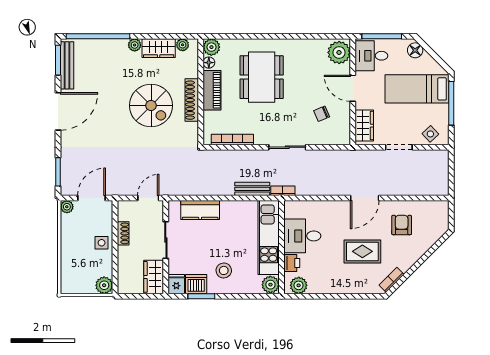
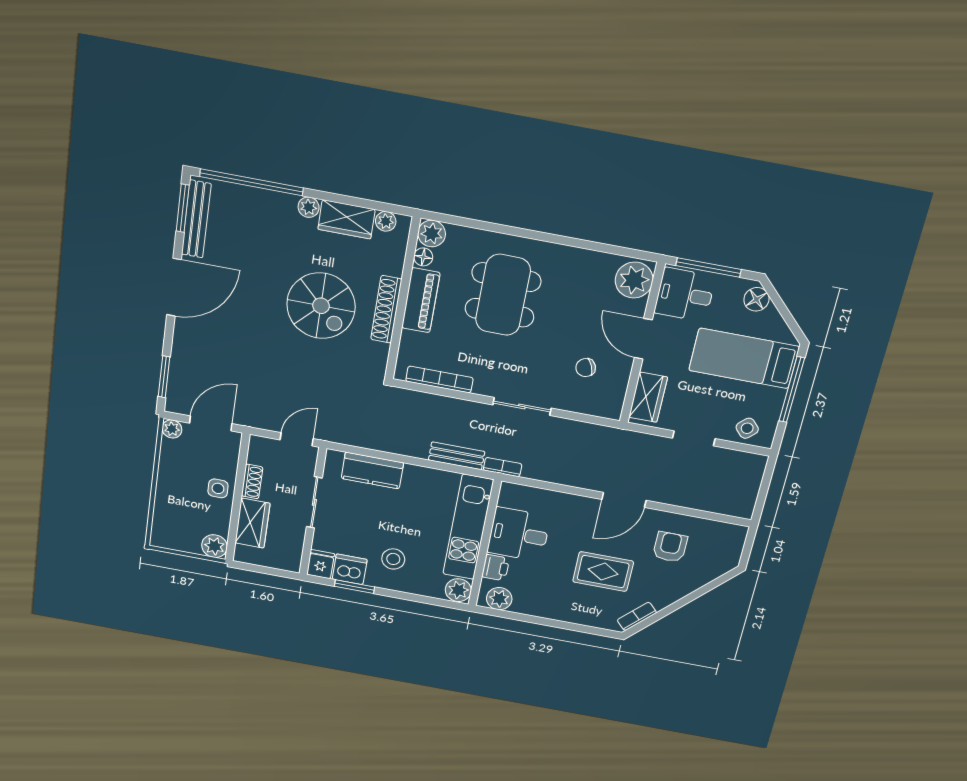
wardrobe: (154, 277) -> (252, 523), moved, turned 180

